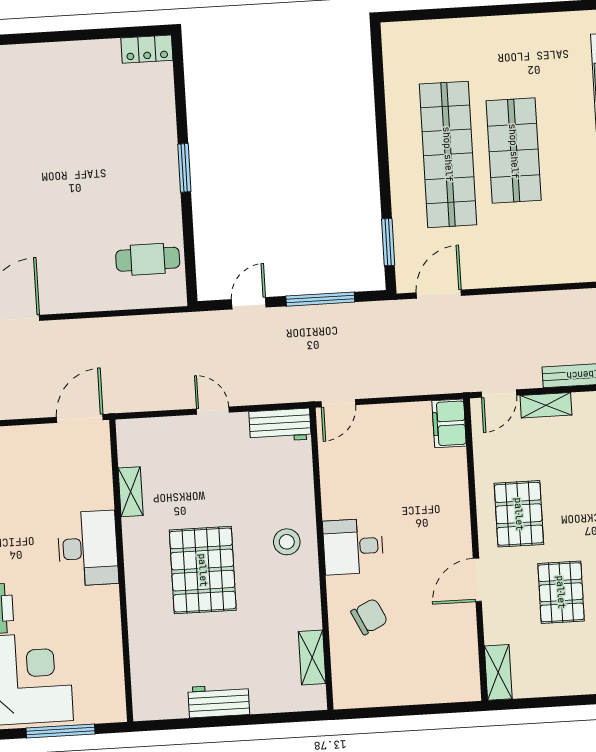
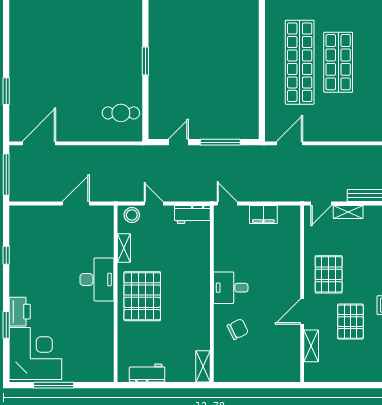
window: (388, 242) -> (262, 111), removed
door: (338, 403) -> (227, 204), swing flipped
filing cabinet: (449, 423) -> (263, 215), moved, turned -90
shelving: (131, 492) -> (124, 248), moved
stool: (287, 542) -> (132, 215), moved
desk: (88, 548) -> (97, 279), moved
wall: (121, 571) -> (116, 294), moved
shelving: (312, 657) -> (203, 366), moved
shelving: (498, 672) -> (311, 346), moved

